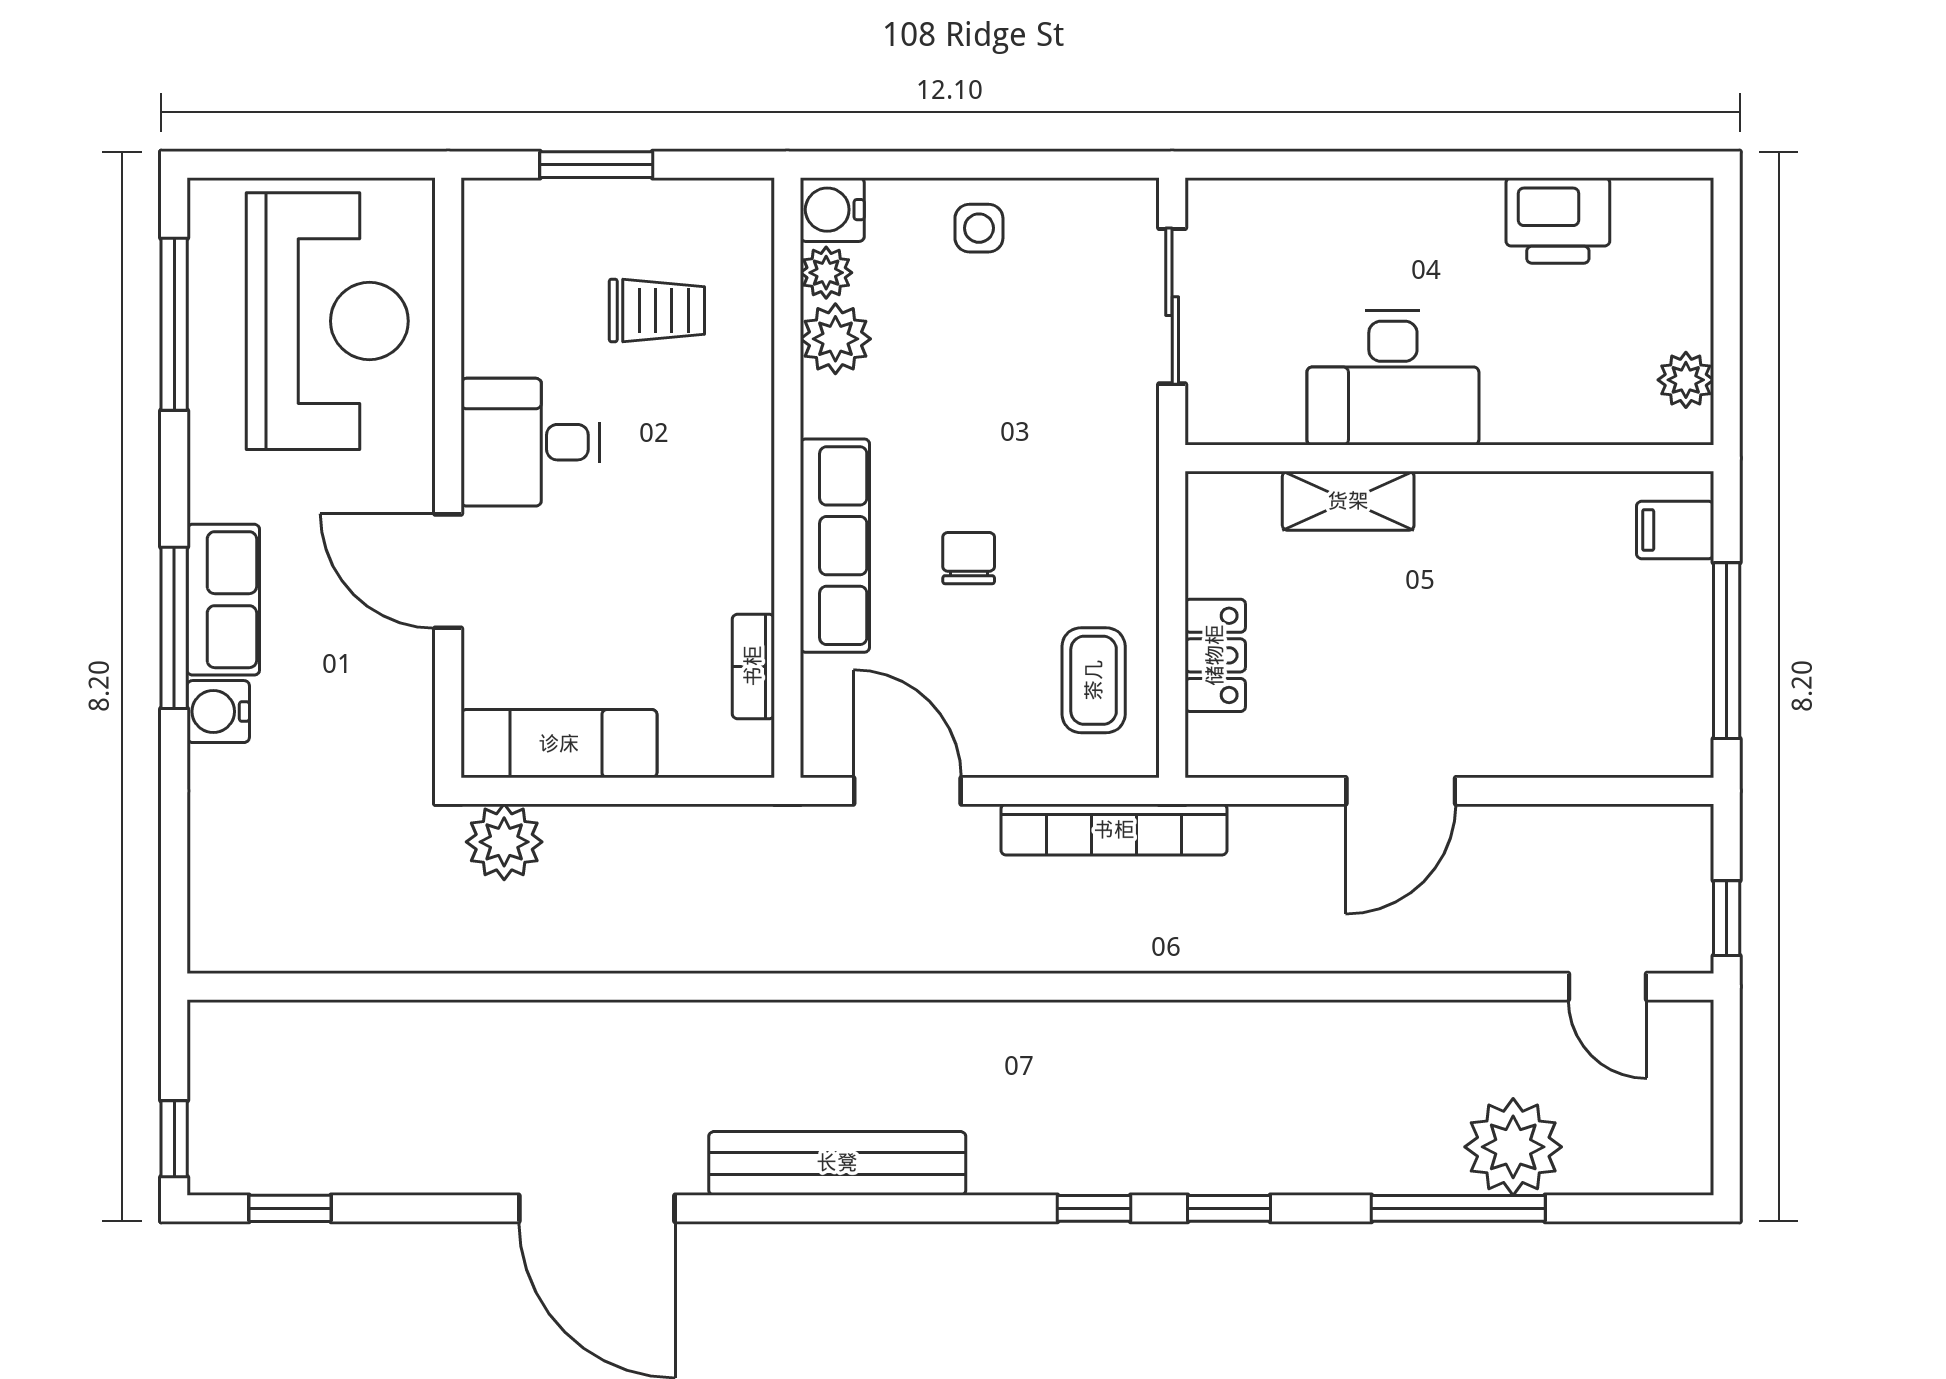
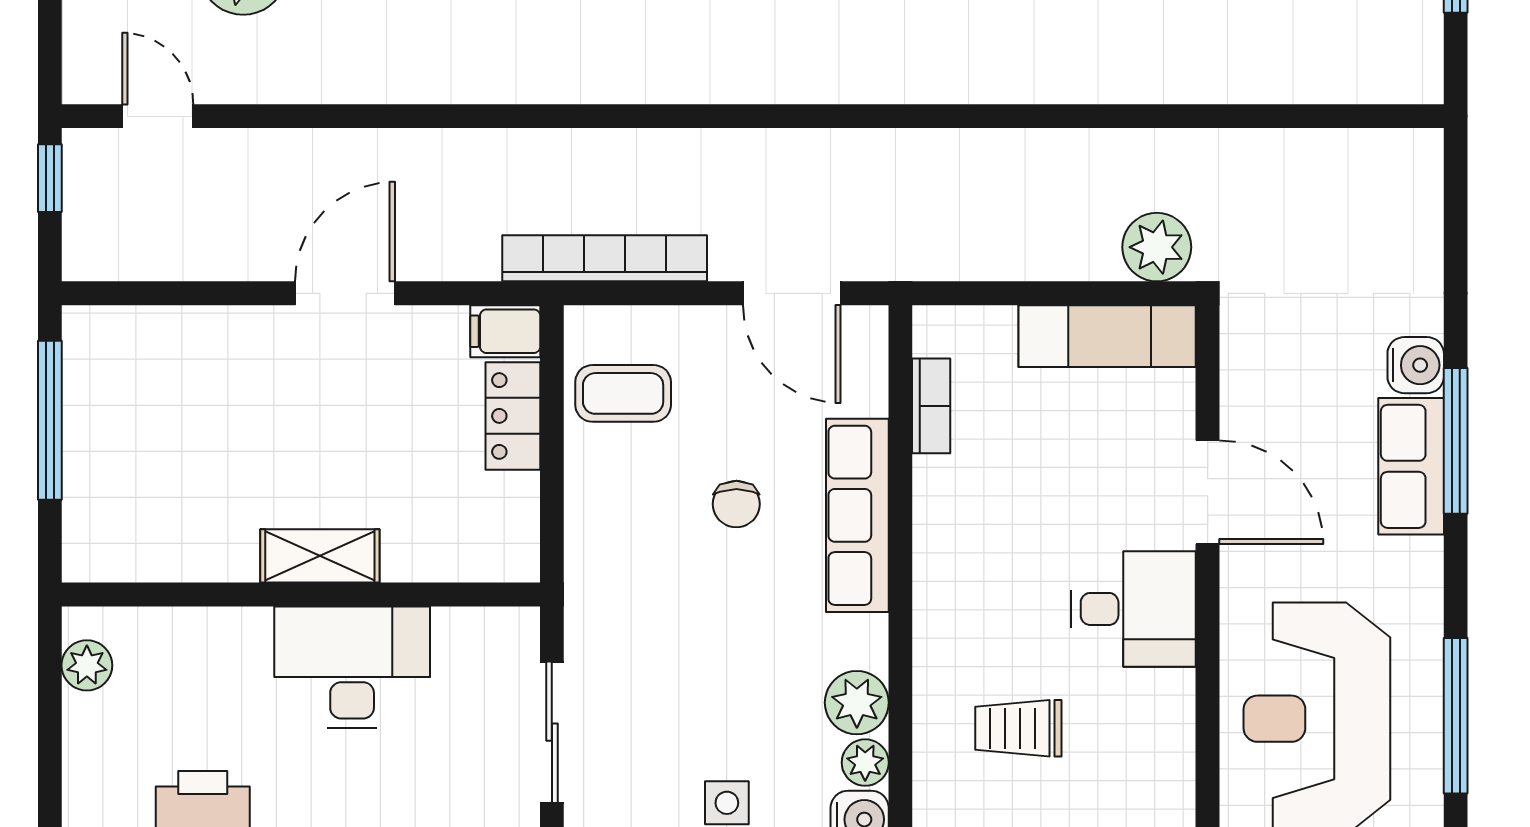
shelving: (1348, 501) -> (320, 556), moved
filing cabinet: (1675, 530) -> (505, 331), moved, turned 180
coffee table: (1094, 680) -> (623, 393), turned 90

